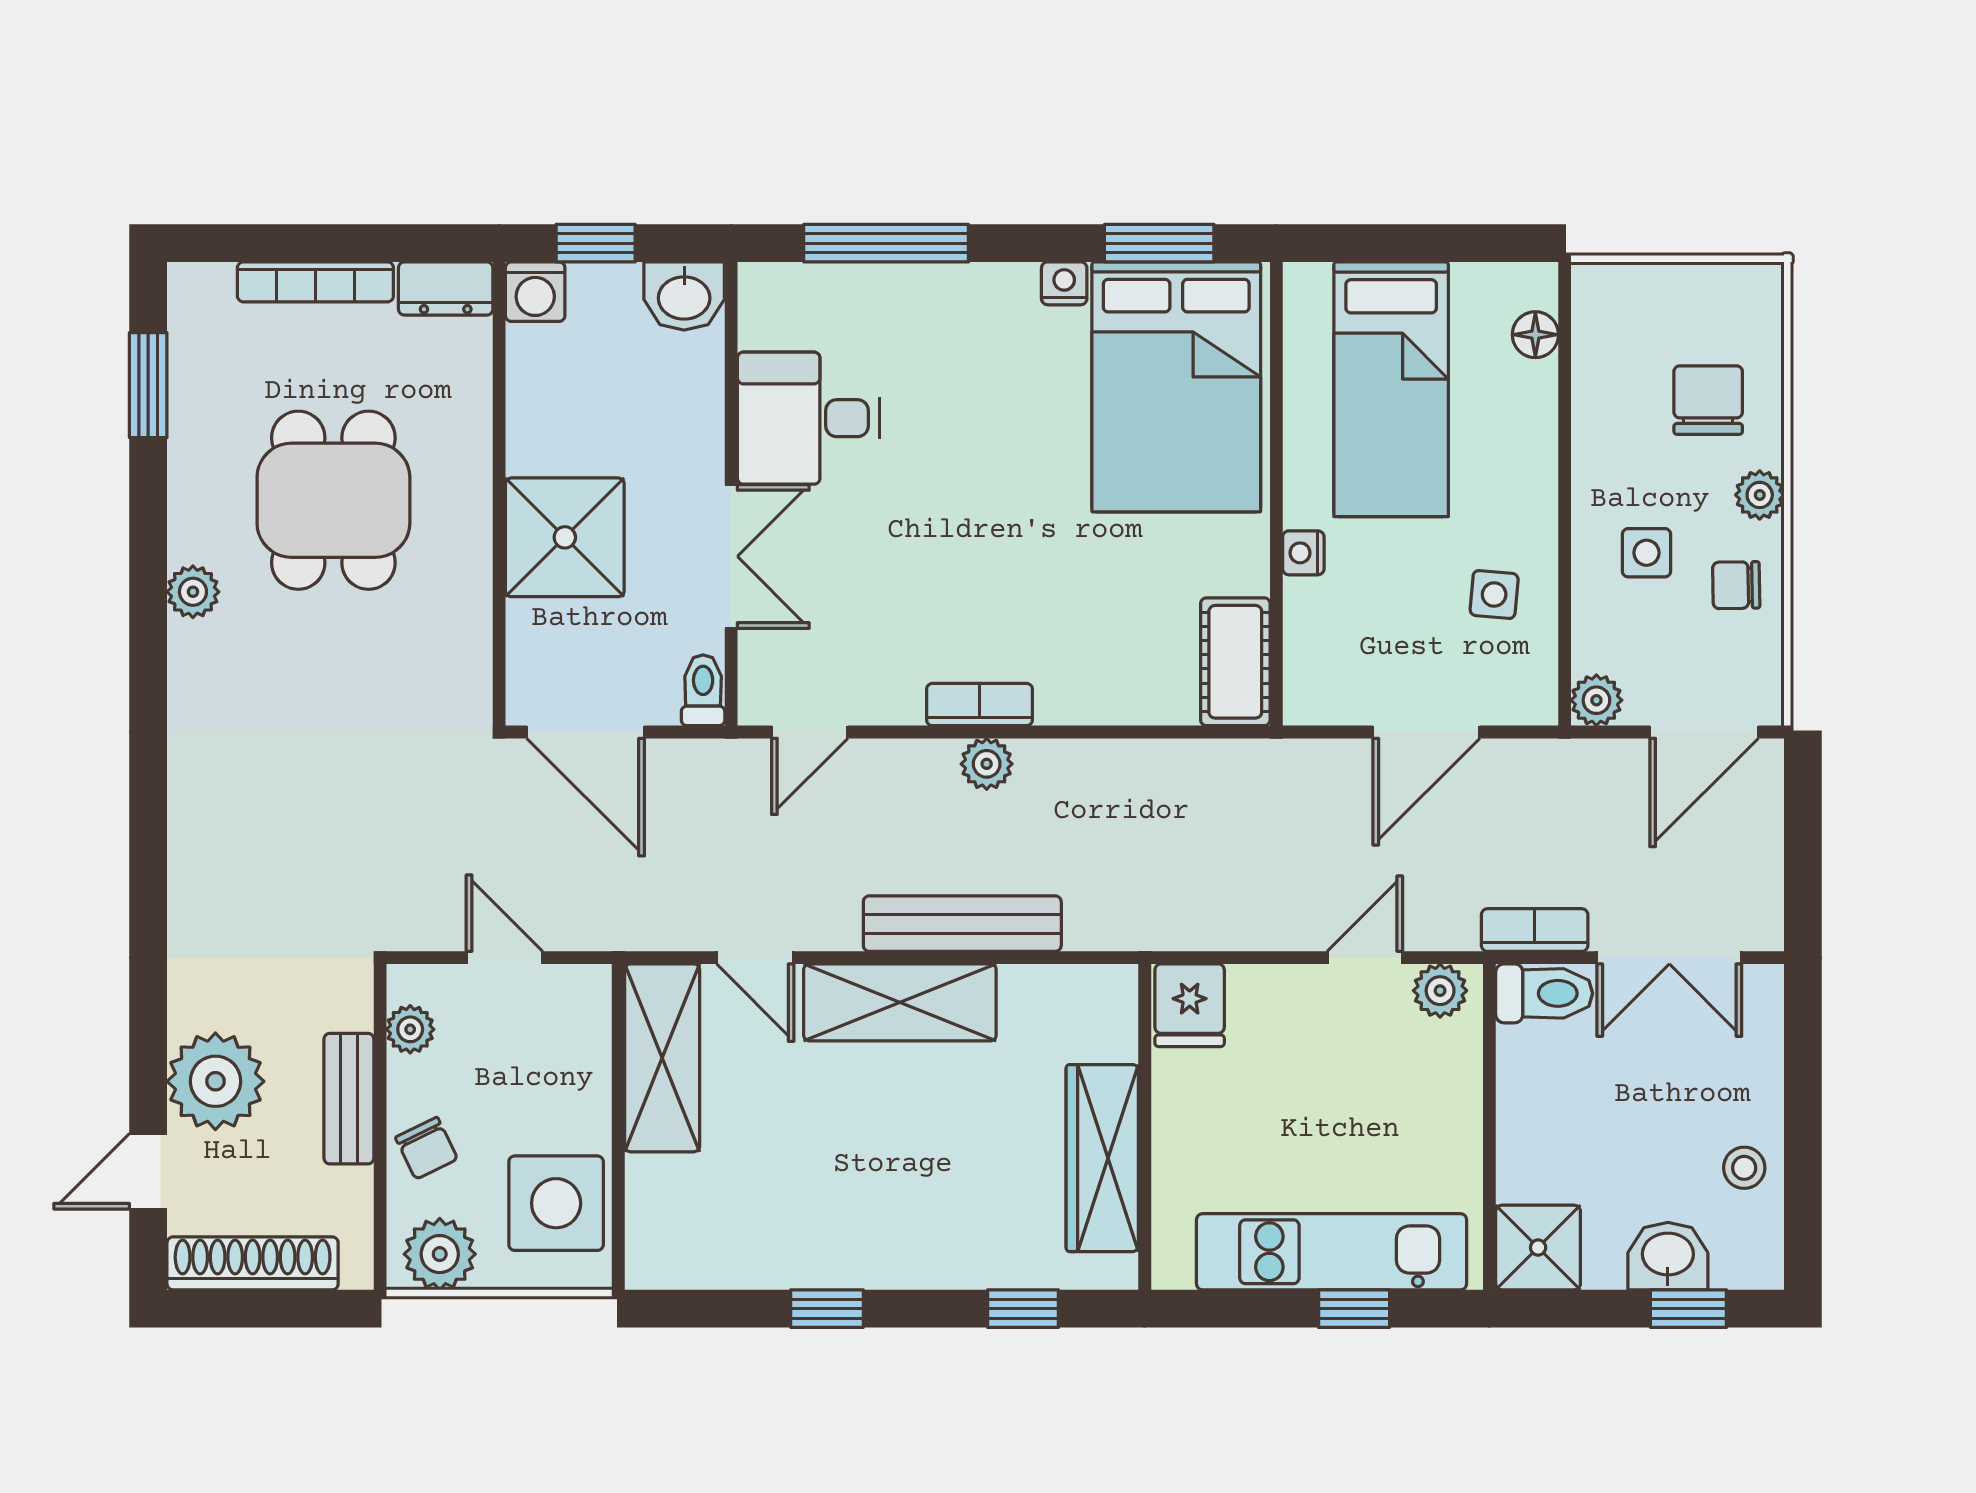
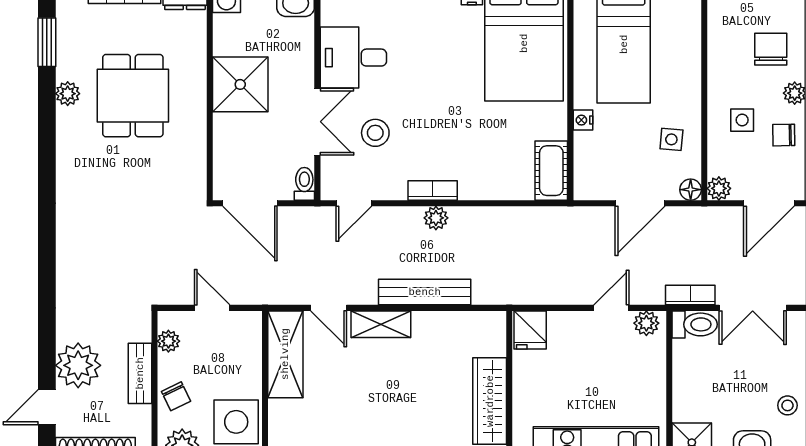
floor lamp: (1535, 335) -> (691, 190), moved
shower: (565, 537) -> (240, 84), moved
stool: (856, 580) -> (375, 133), added
plant: (193, 592) -> (68, 94), moved
shelving: (900, 1002) -> (381, 324), width x0.67, depth x0.75

